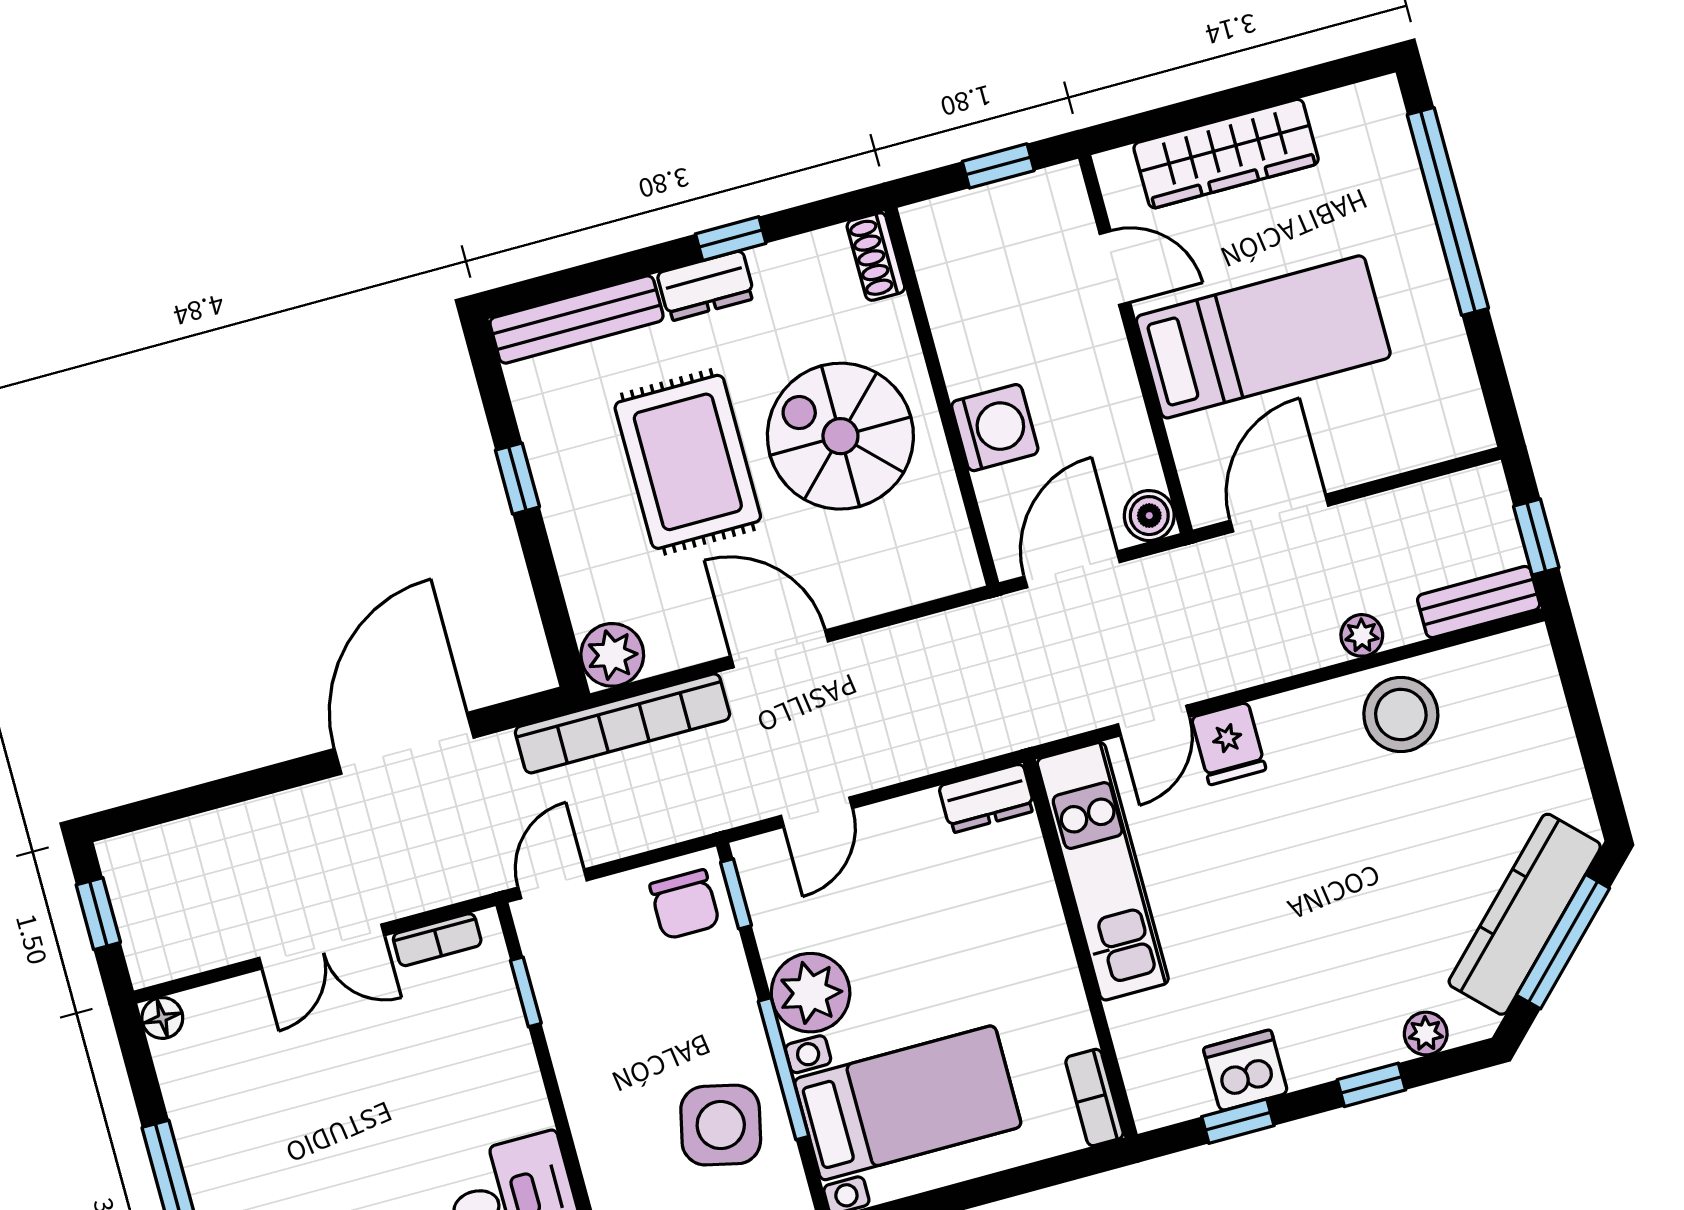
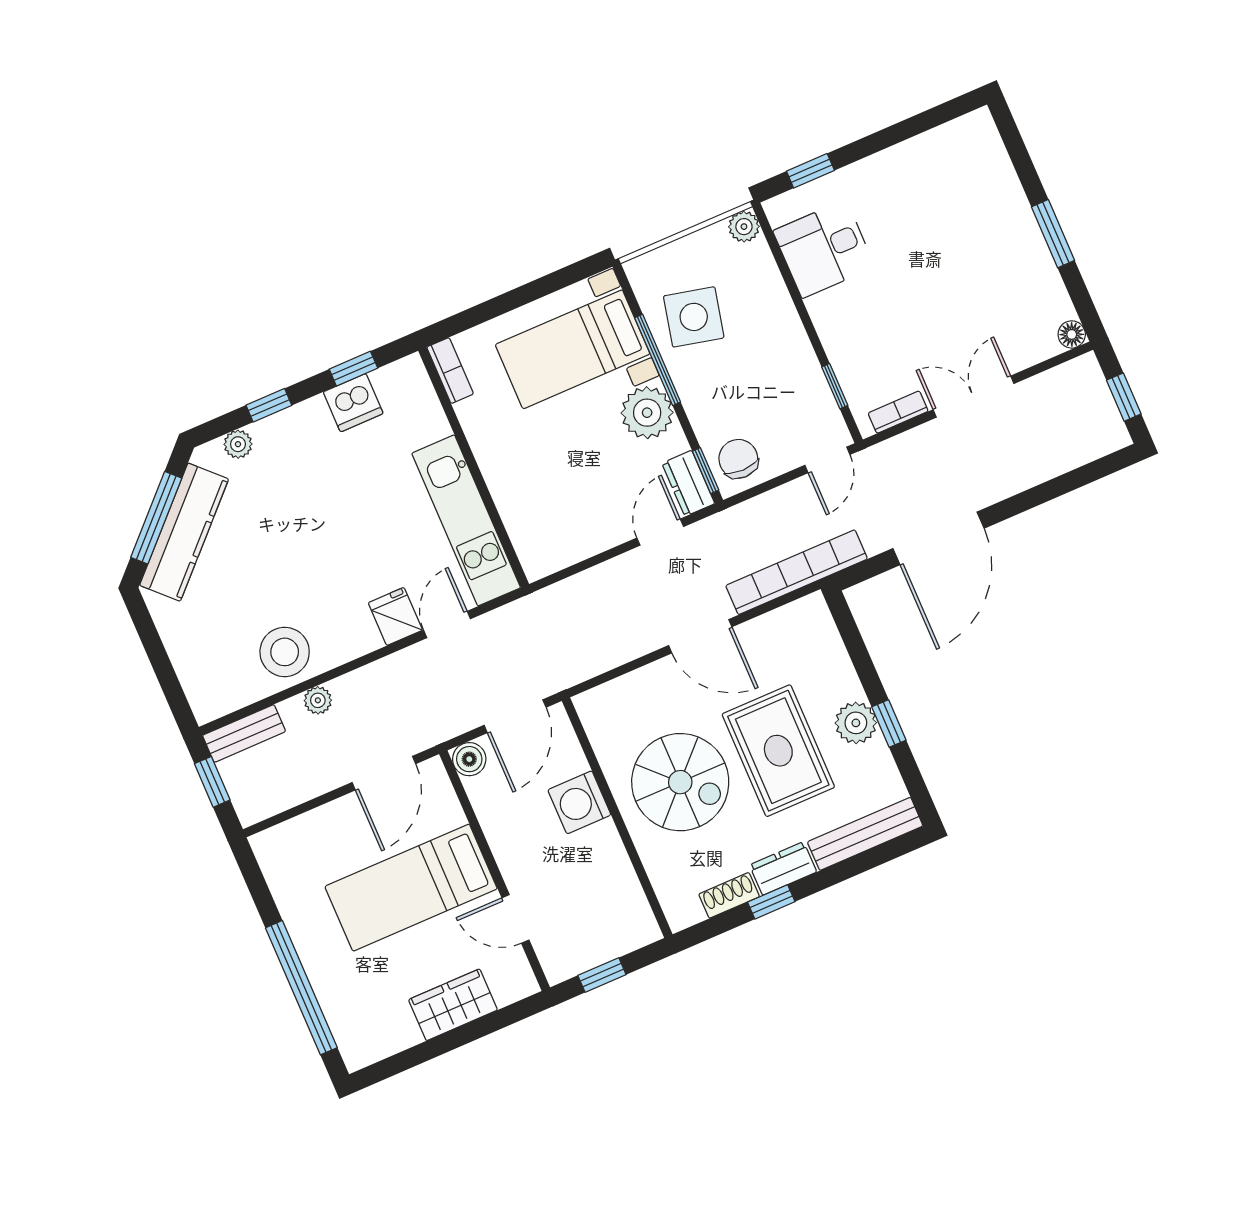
wardrobe: (1226, 154) -> (453, 1005), width x0.67
shoe rack: (876, 257) -> (729, 895), moved, turned -90
plant: (612, 655) -> (856, 723), moved
dresser: (987, 798) -> (688, 483), moved, turned -90

